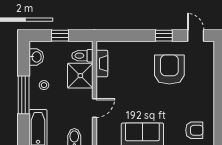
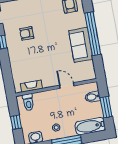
armchair: (169, 69) -> (27, 33), width x0.53, depth x0.53
shower: (80, 76) -> (44, 101), removed

